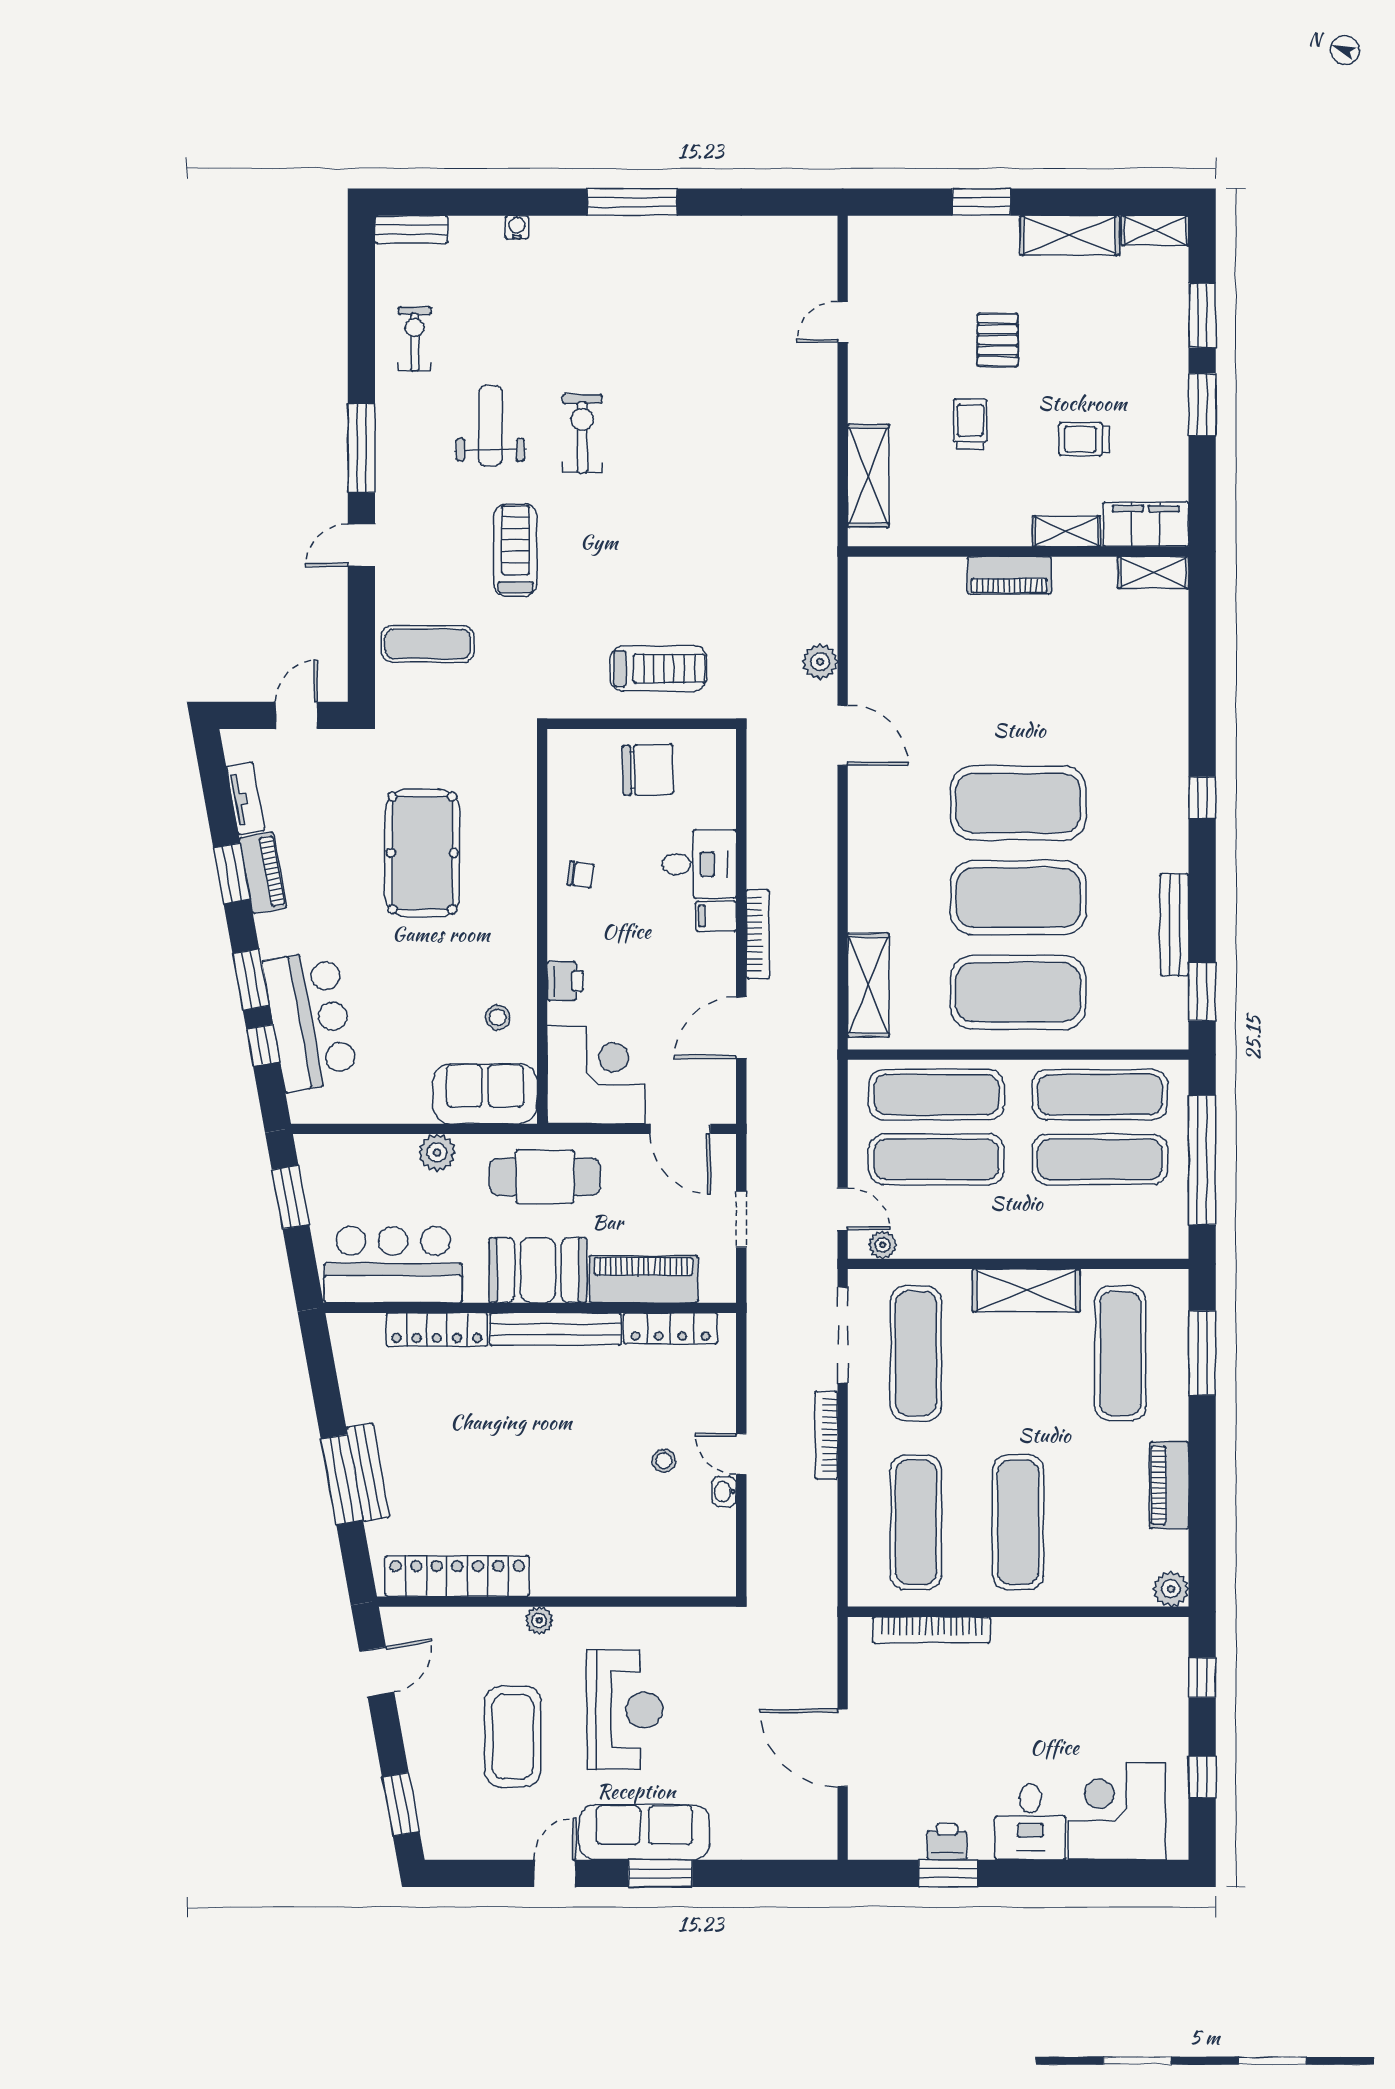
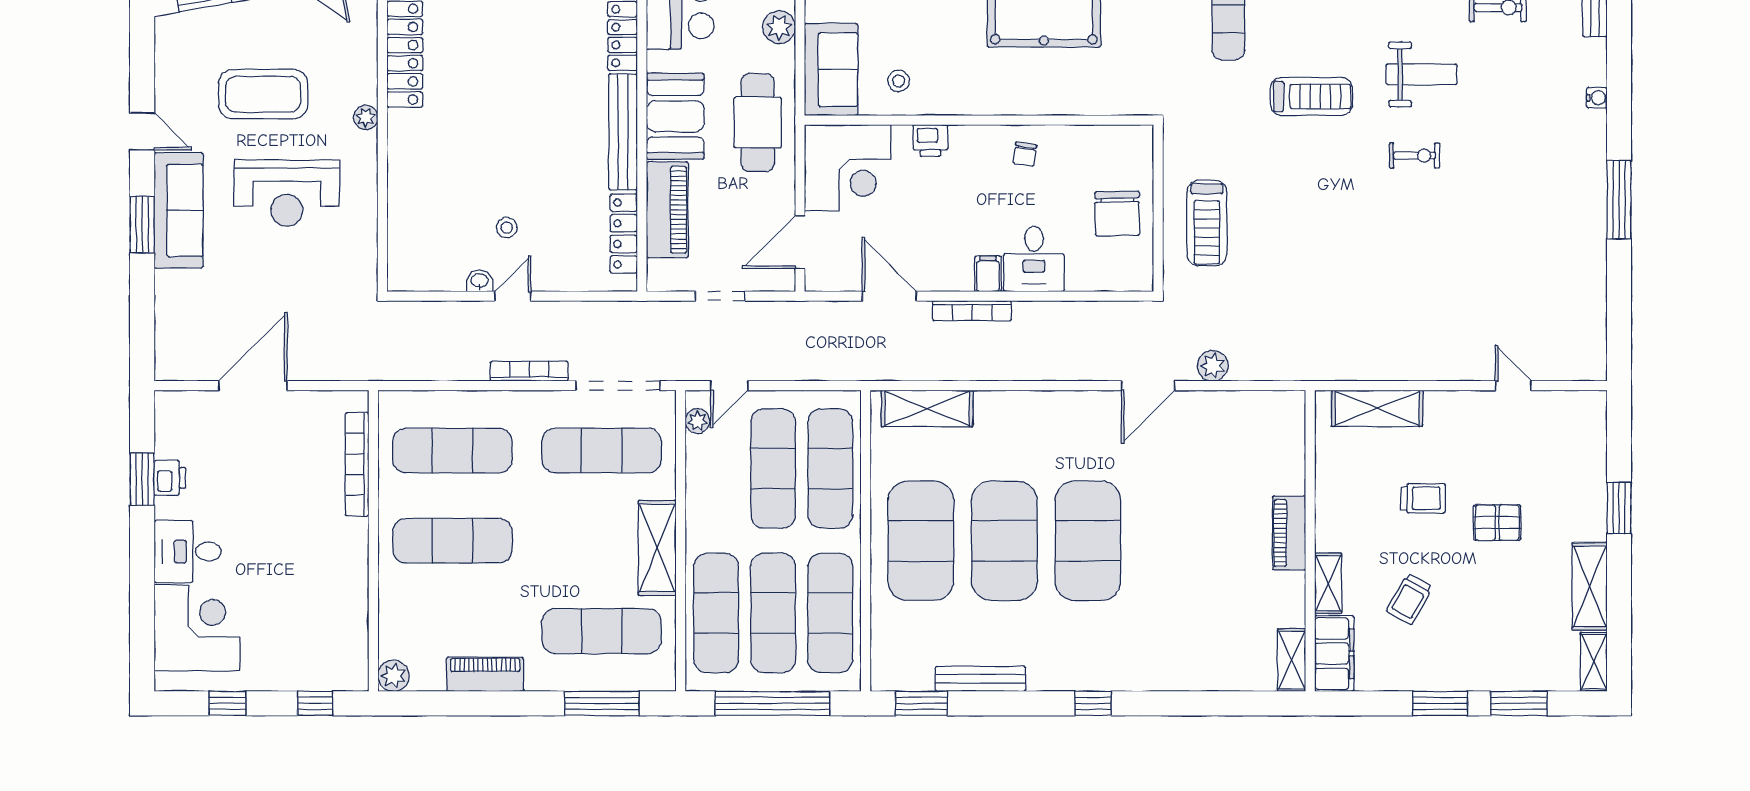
exercise bike: (582, 433) -> (1415, 156), width x0.73, depth x0.72
trolley: (1084, 439) -> (1409, 599), turned -151
exercise mat: (1100, 1224) -> (716, 613), added

